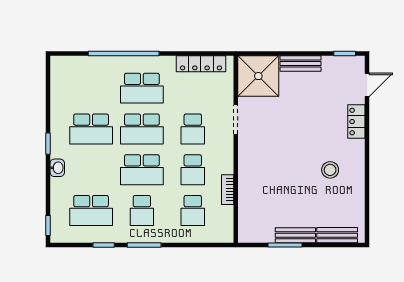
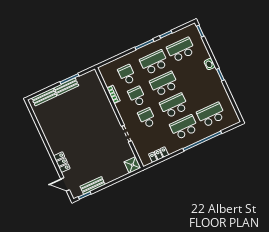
bench: (301, 63) -> (93, 185), moved
locker: (201, 64) -> (159, 155), width x0.66
shower: (258, 76) -> (132, 165), width x0.54, depth x0.54
door: (367, 85) -> (65, 184), hinge flipped
school desk: (91, 129) -> (211, 115), moved
stool: (330, 170) -> (64, 130), removed
school desk: (142, 210) -> (154, 62), width x1.85

